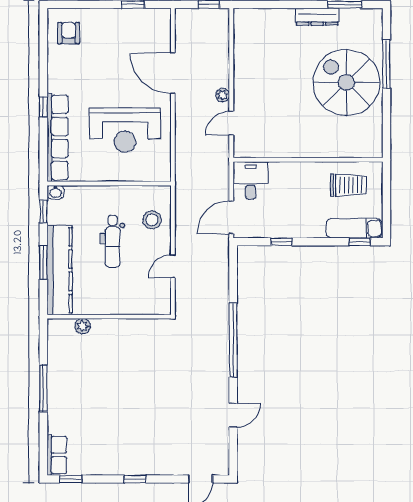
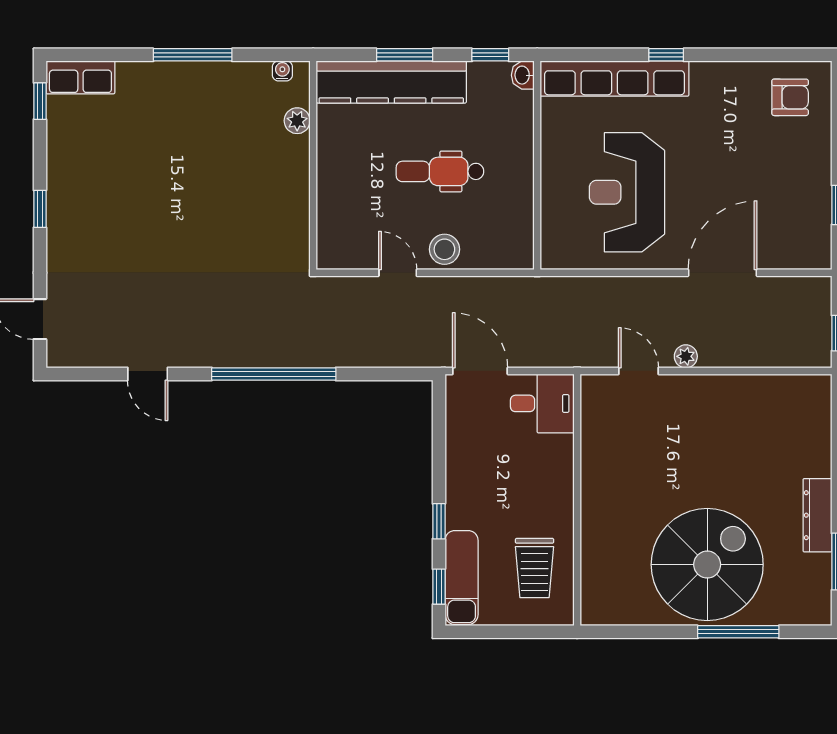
stool: (152, 220) -> (444, 249), moved
window: (281, 242) -> (439, 521), moved
water cooler: (53, 335) -> (282, 71), added

